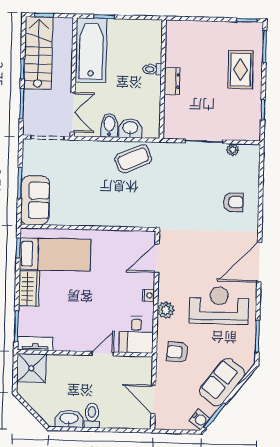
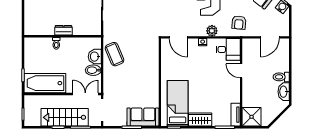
stairs: (38, 53) -> (65, 117), moved

